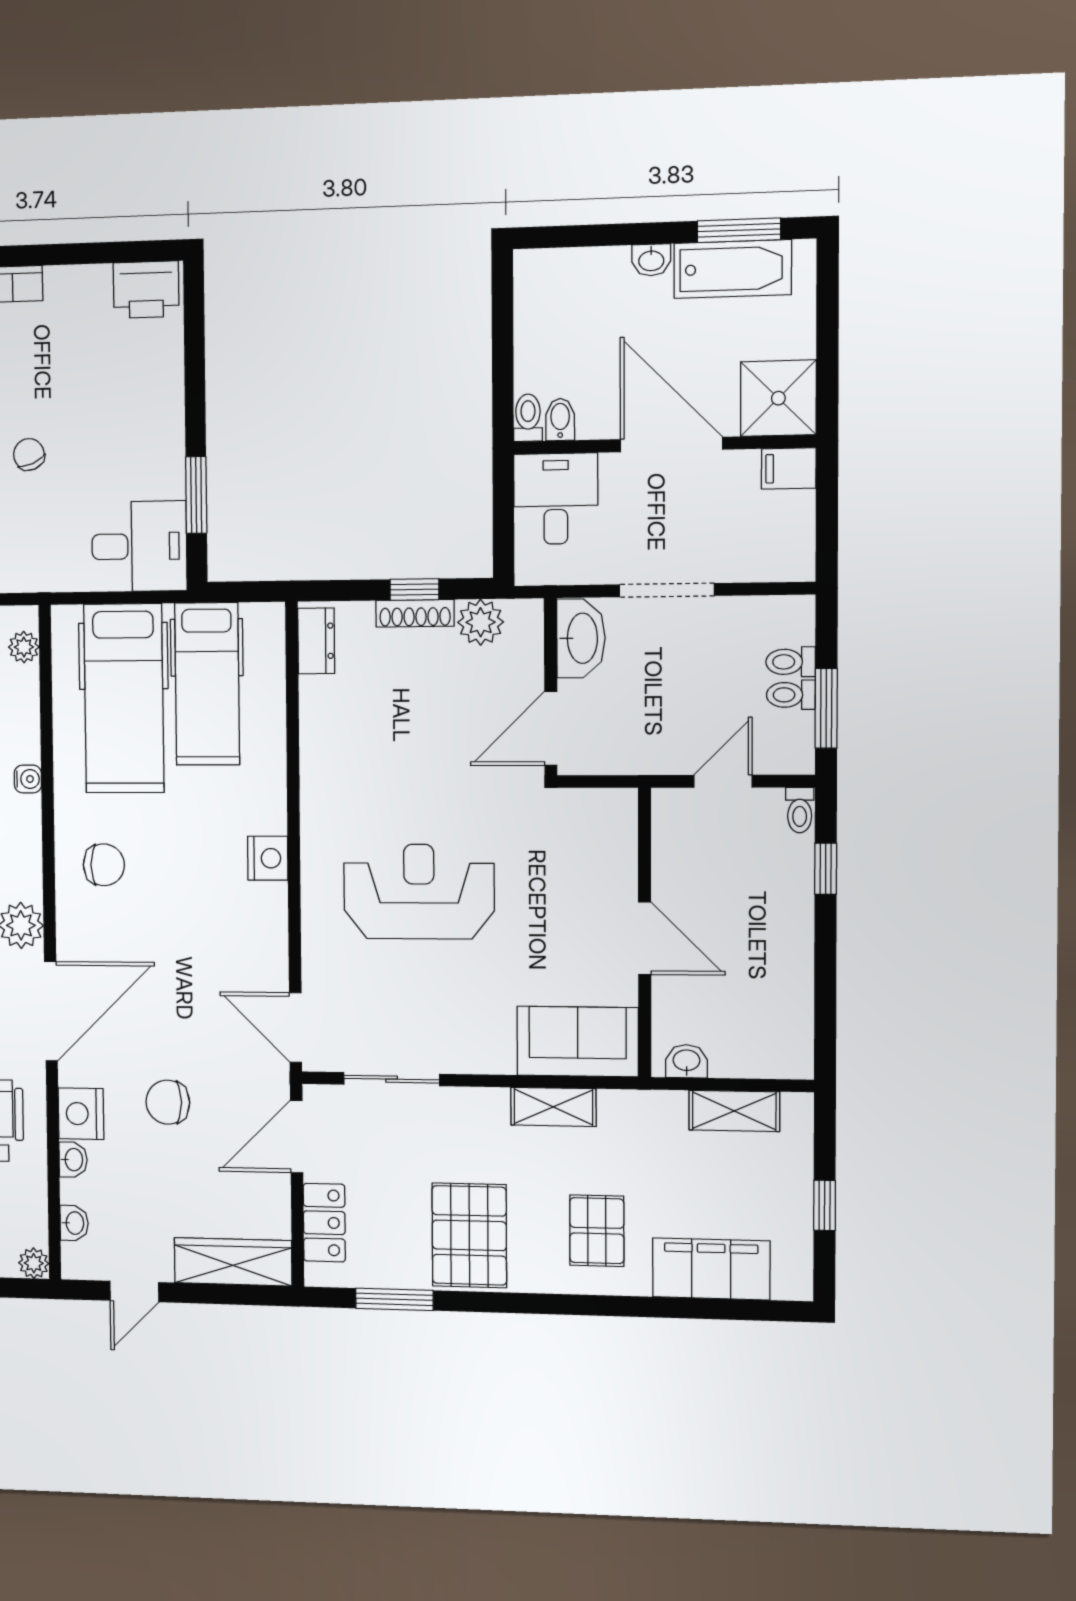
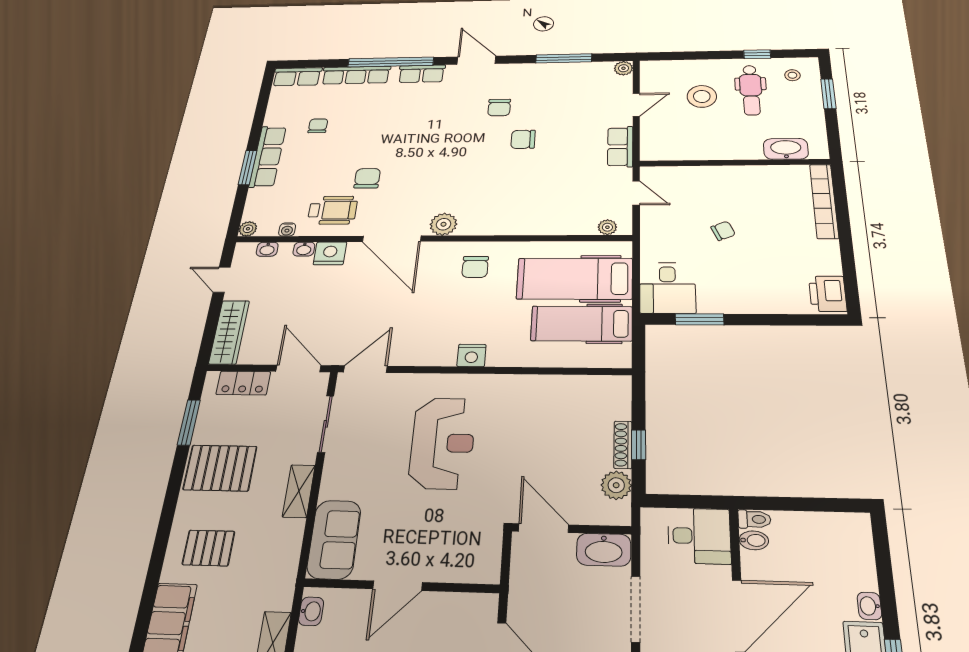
dresser: (316, 641) -> (607, 386), removed
water cooler: (28, 779) -> (287, 230), moved
chair: (168, 1102) -> (330, 299), removed
shelving: (553, 1107) -> (299, 491), moved

